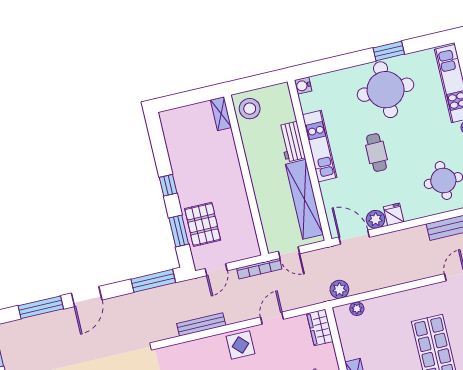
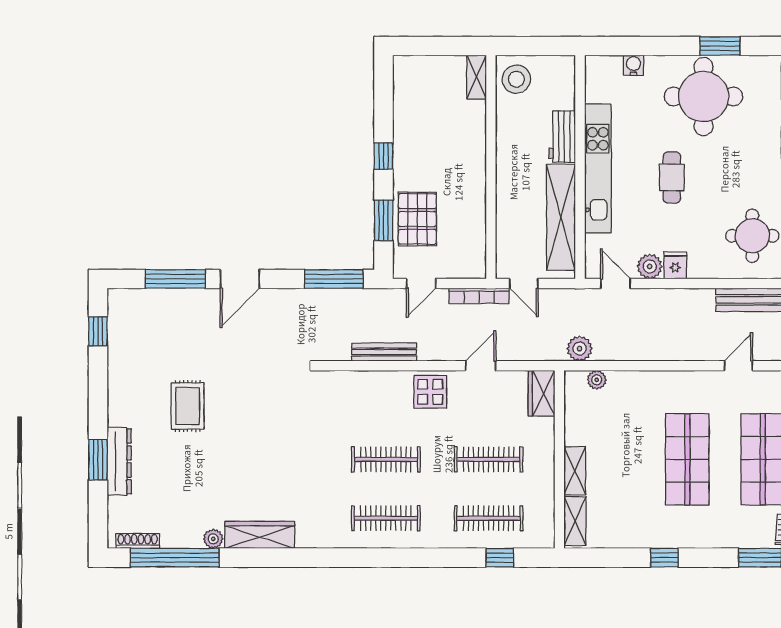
water cooler: (303, 86) -> (633, 65), moved, turned 90
kitchen unit: (320, 146) -> (598, 168), width x1.36
door: (354, 237) -> (616, 283), width x0.73

